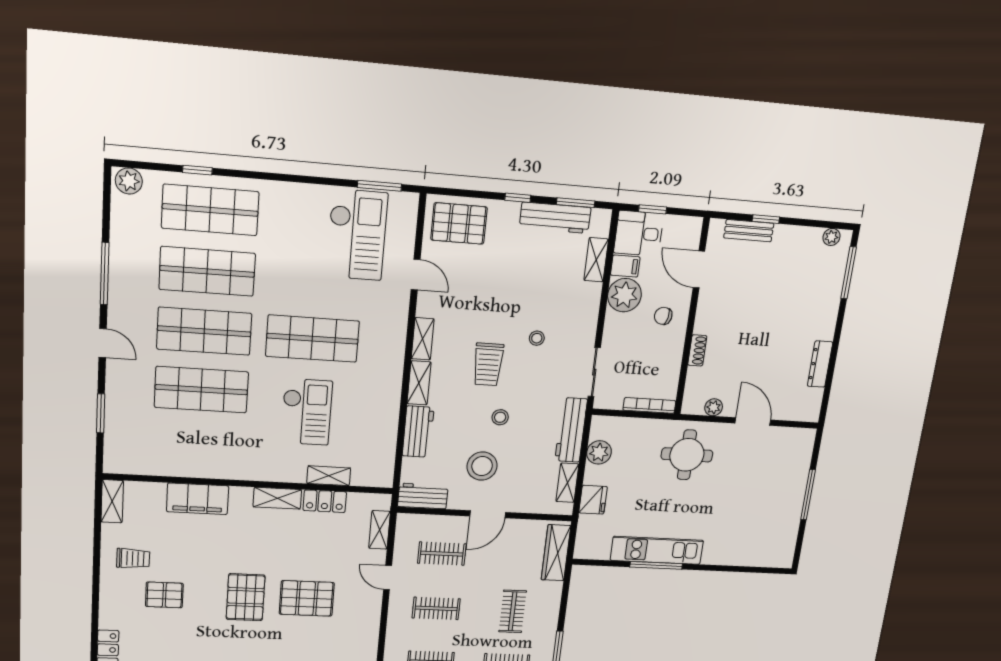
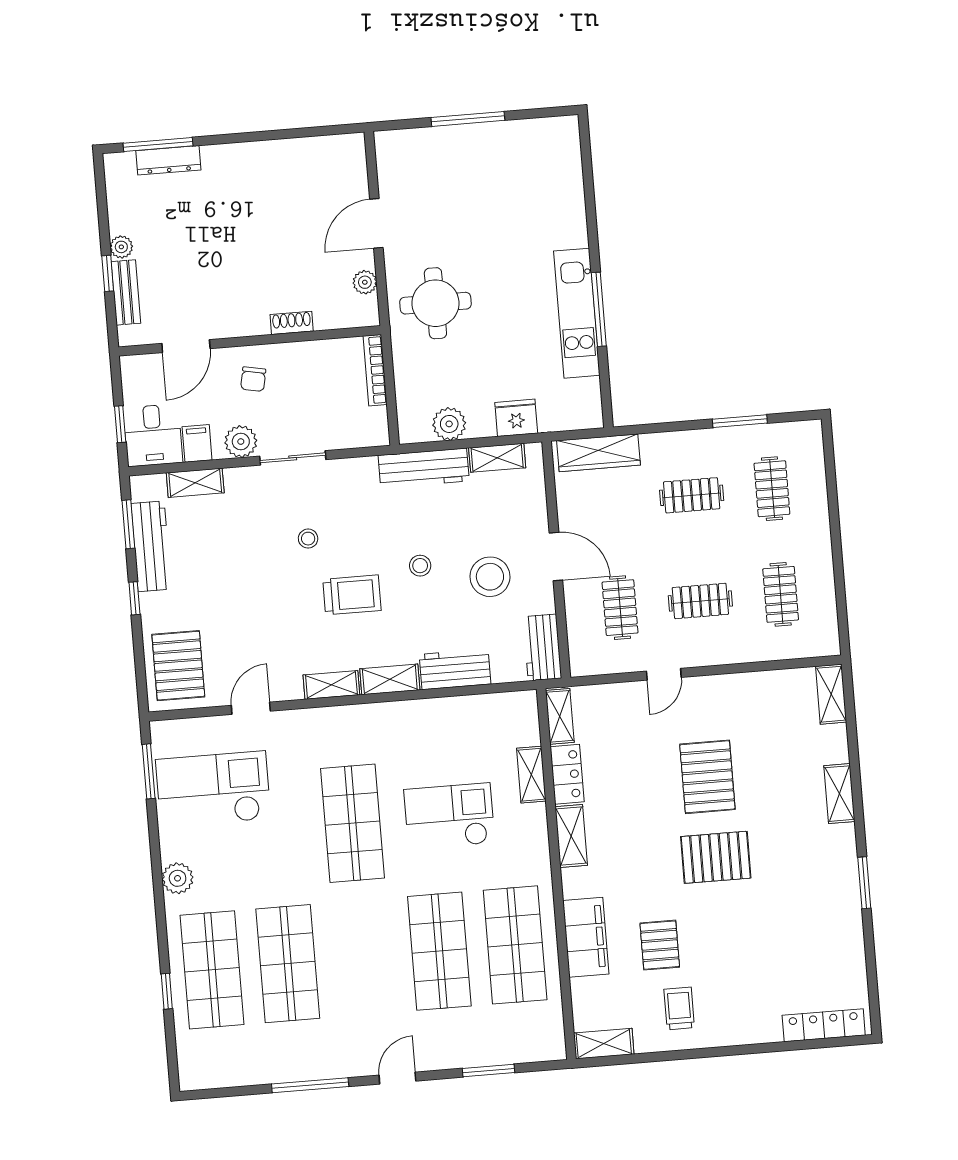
plant: (129, 181) -> (178, 878), moved
plant: (831, 237) -> (121, 247), moved
plant: (624, 295) -> (241, 442), width x0.73, depth x0.73
shop shelf: (204, 331) -> (515, 945), moved
dresser: (820, 364) -> (168, 160), moved
sliding door: (594, 372) -> (293, 458), moved
shelving: (380, 530) -> (560, 716), moved, turned 90
pallet: (164, 595) -> (660, 945), moved
clothes rail: (436, 608) -> (700, 601), turned 90

